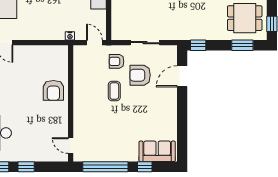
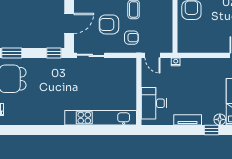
sliding door: (145, 43) -> (91, 55), moved
armchair: (140, 75) -> (109, 24), turned 180

